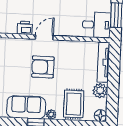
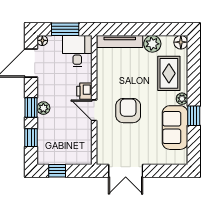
printer: (25, 28) -> (84, 91), moved
armchair: (43, 67) -> (128, 111), turned 180
rug: (74, 104) -> (169, 73), turned 90

